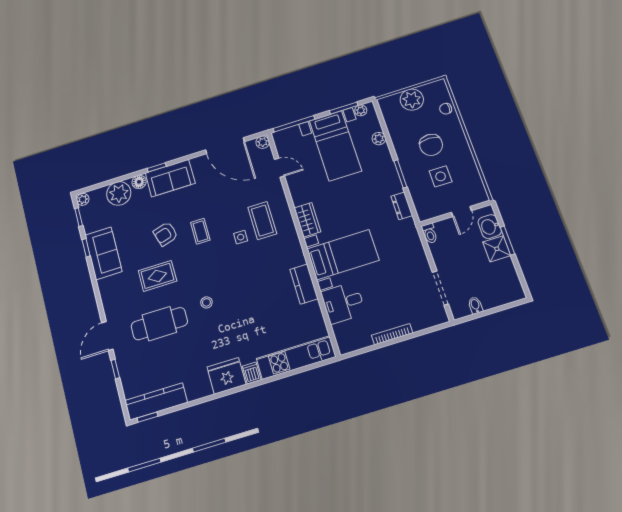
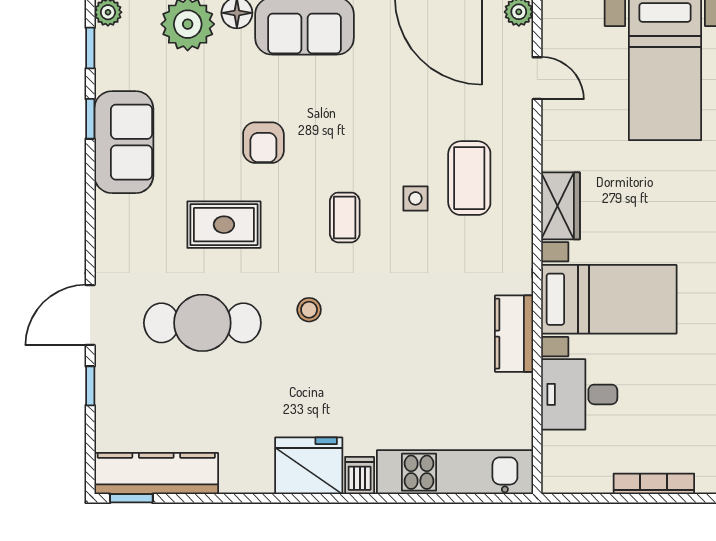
coffee table: (200, 231) -> (345, 217), moved
armchair: (166, 234) -> (263, 143), turned -74

